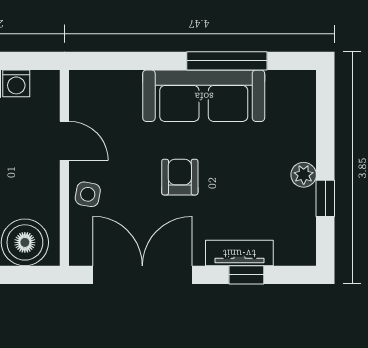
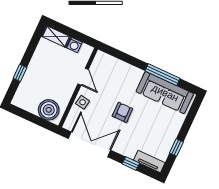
sofa: (204, 96) -> (165, 93), moved
plant: (304, 175) -> (172, 134), removed
tv unit: (239, 253) -> (149, 161), moved

